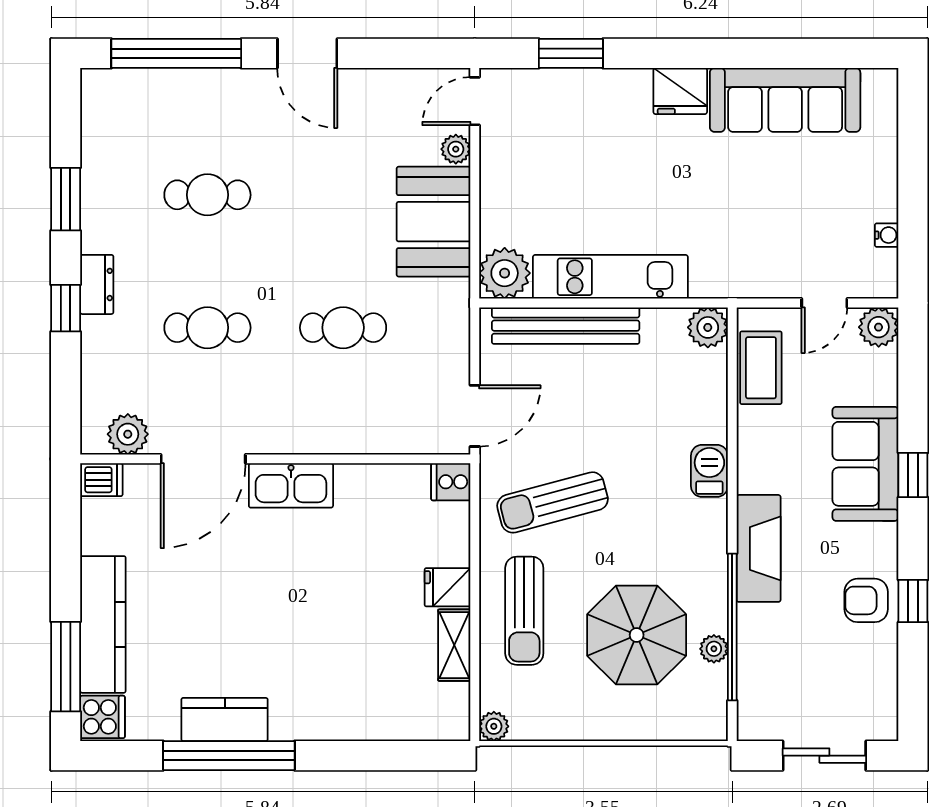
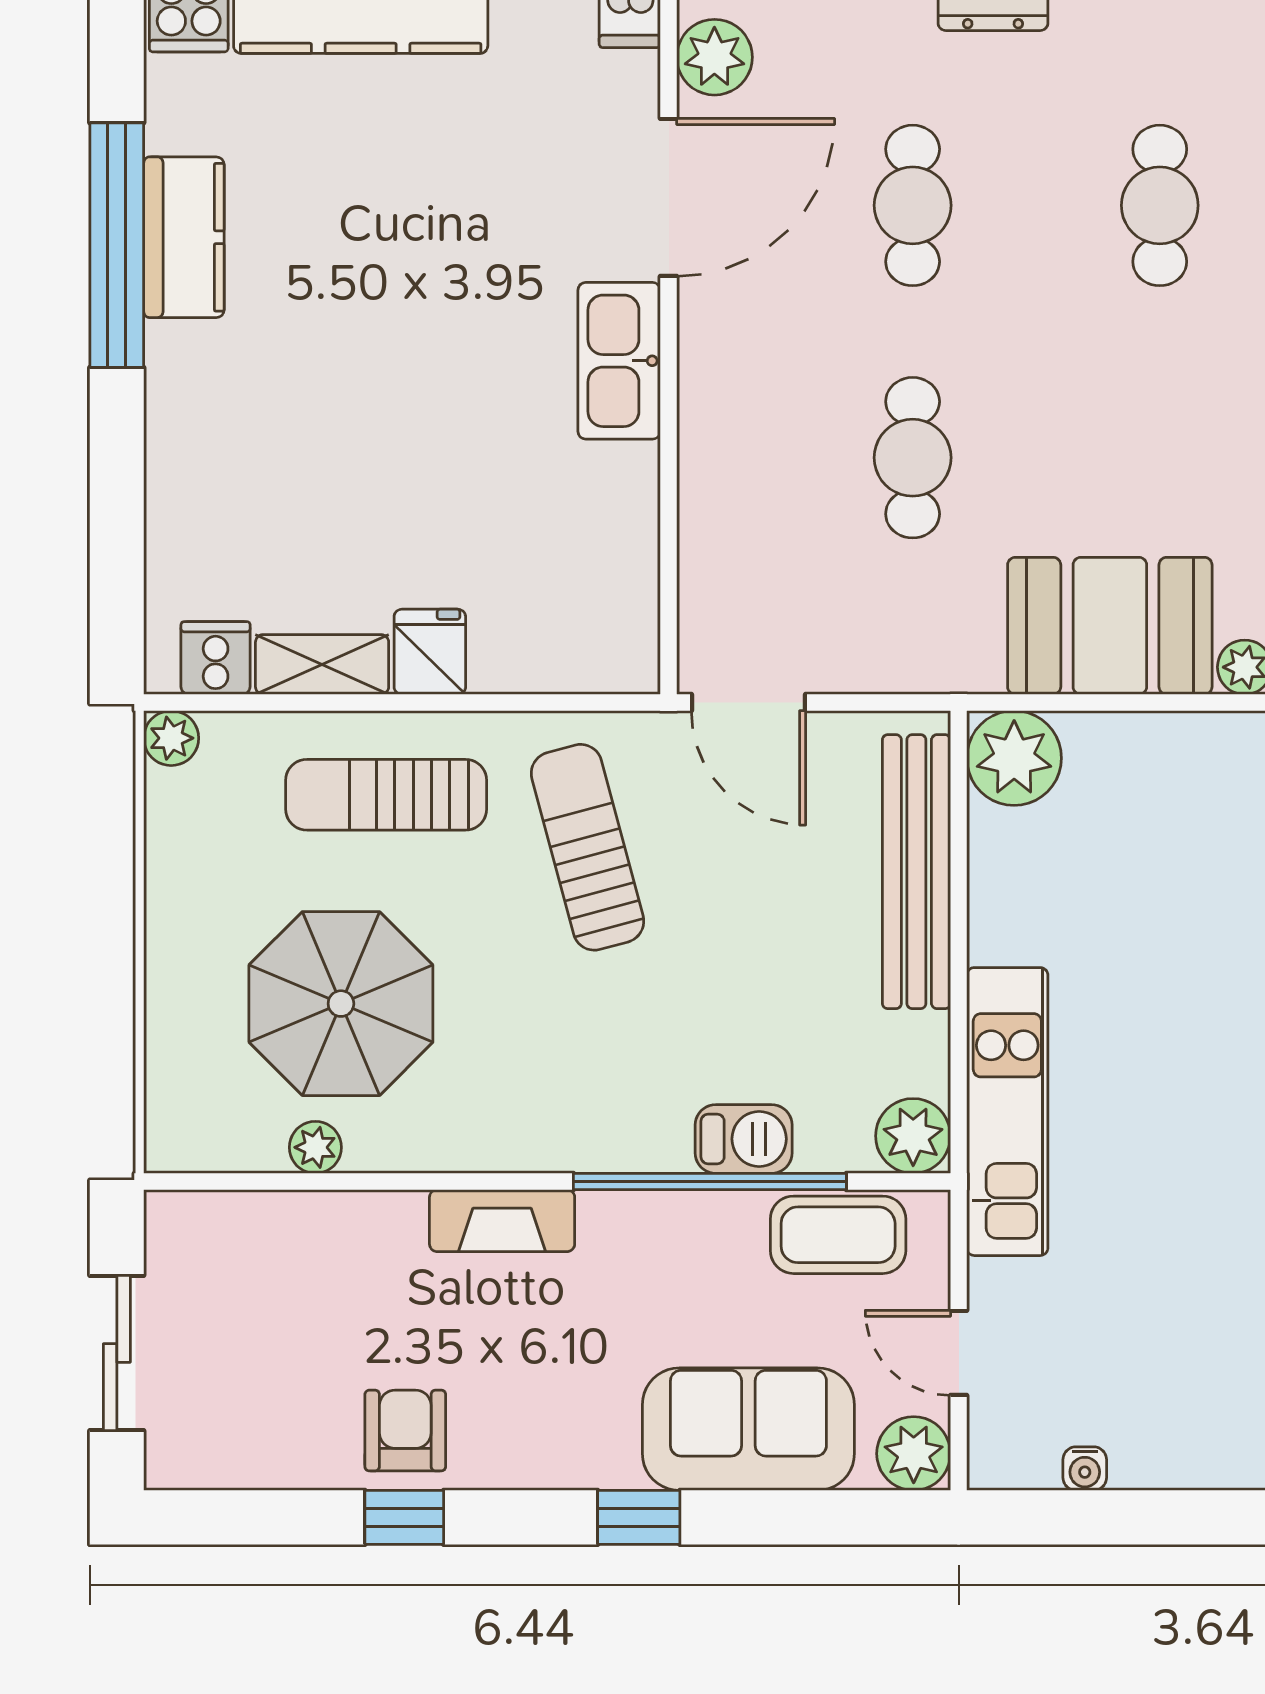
kitchen unit: (610, 277) -> (1007, 1112), moved
door: (203, 459) -> (669, 197), swing flipped
sofa: (865, 464) -> (748, 1429), moved
barbecue: (709, 471) -> (744, 1139), moved
cooker: (451, 482) -> (216, 658), moved
fireplace: (759, 548) -> (502, 1221), width x0.73, depth x0.76
window: (732, 627) -> (710, 1181), moved

